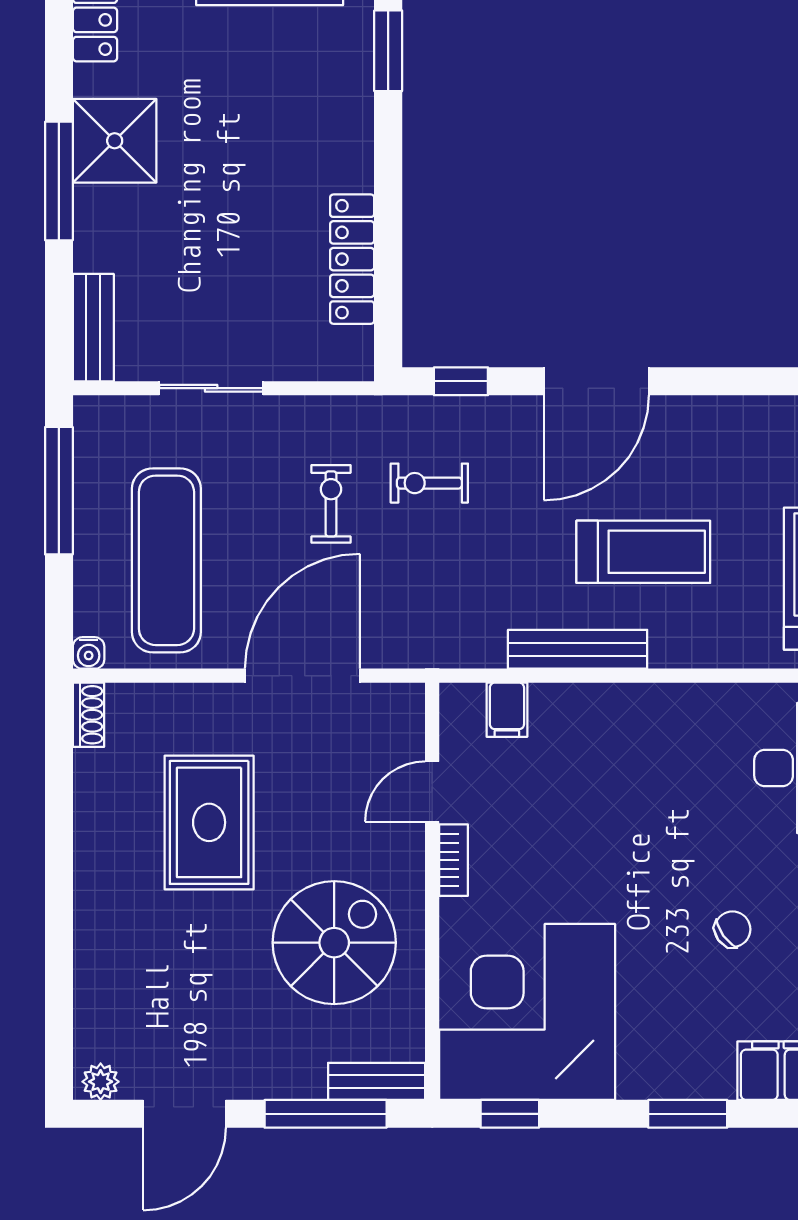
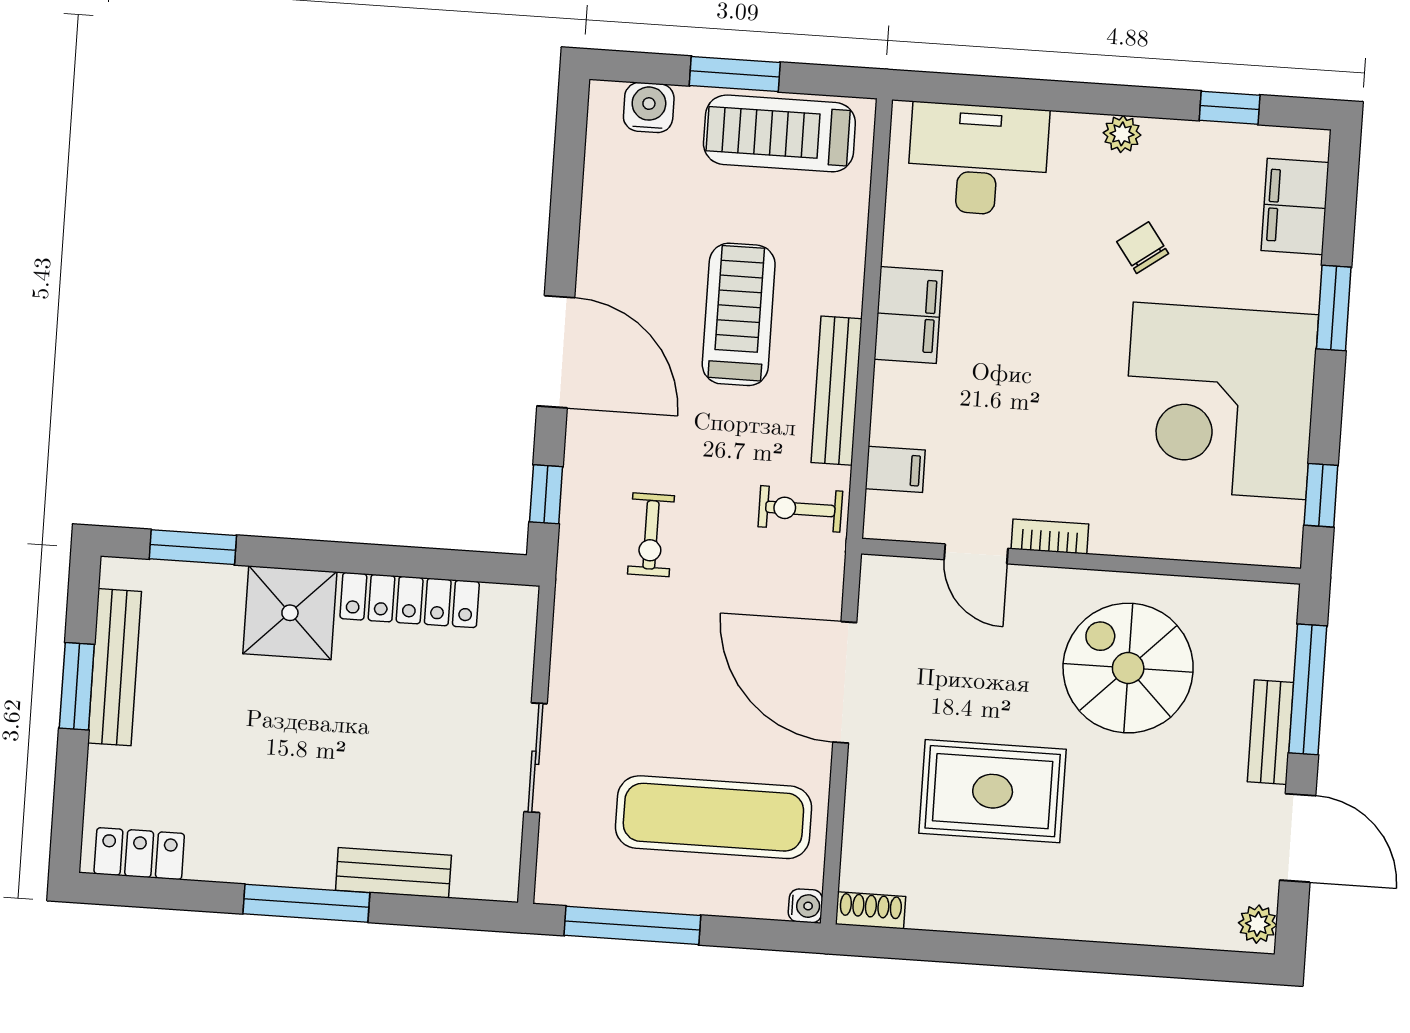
shower: (115, 141) -> (290, 613), moved
bench: (93, 328) -> (393, 873), moved
exercise bike: (331, 504) -> (800, 509), moved
filing cabinet: (654, 712) -> (908, 315), added
corner desk: (527, 1012) -> (1220, 401), moved
bench: (377, 1081) -> (1271, 732), moved

